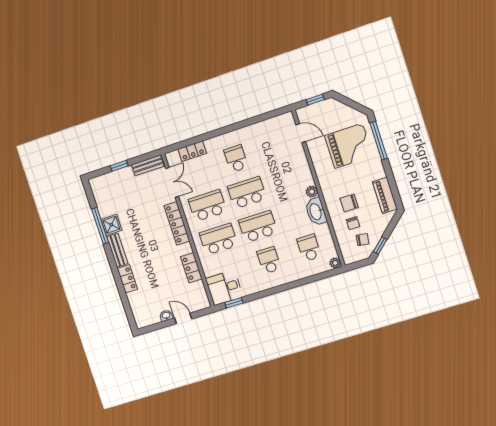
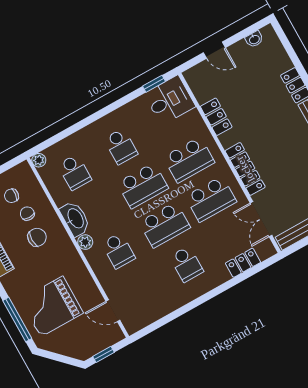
school desk: (287, 180) -> (118, 251), added
washbasin: (166, 316) -> (254, 39), moved

